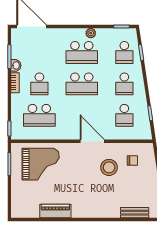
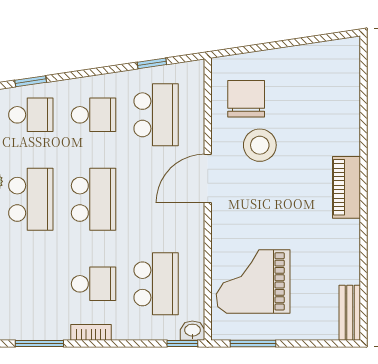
washbasin: (16, 65) -> (192, 331), moved
school desk: (124, 115) -> (156, 115), width x1.85
chair: (132, 161) -> (246, 99), width x1.87, depth x1.87
grand piano: (41, 164) -> (253, 281), turned -90
piano: (55, 211) -> (346, 187), moved
bench: (135, 213) -> (350, 313), moved

